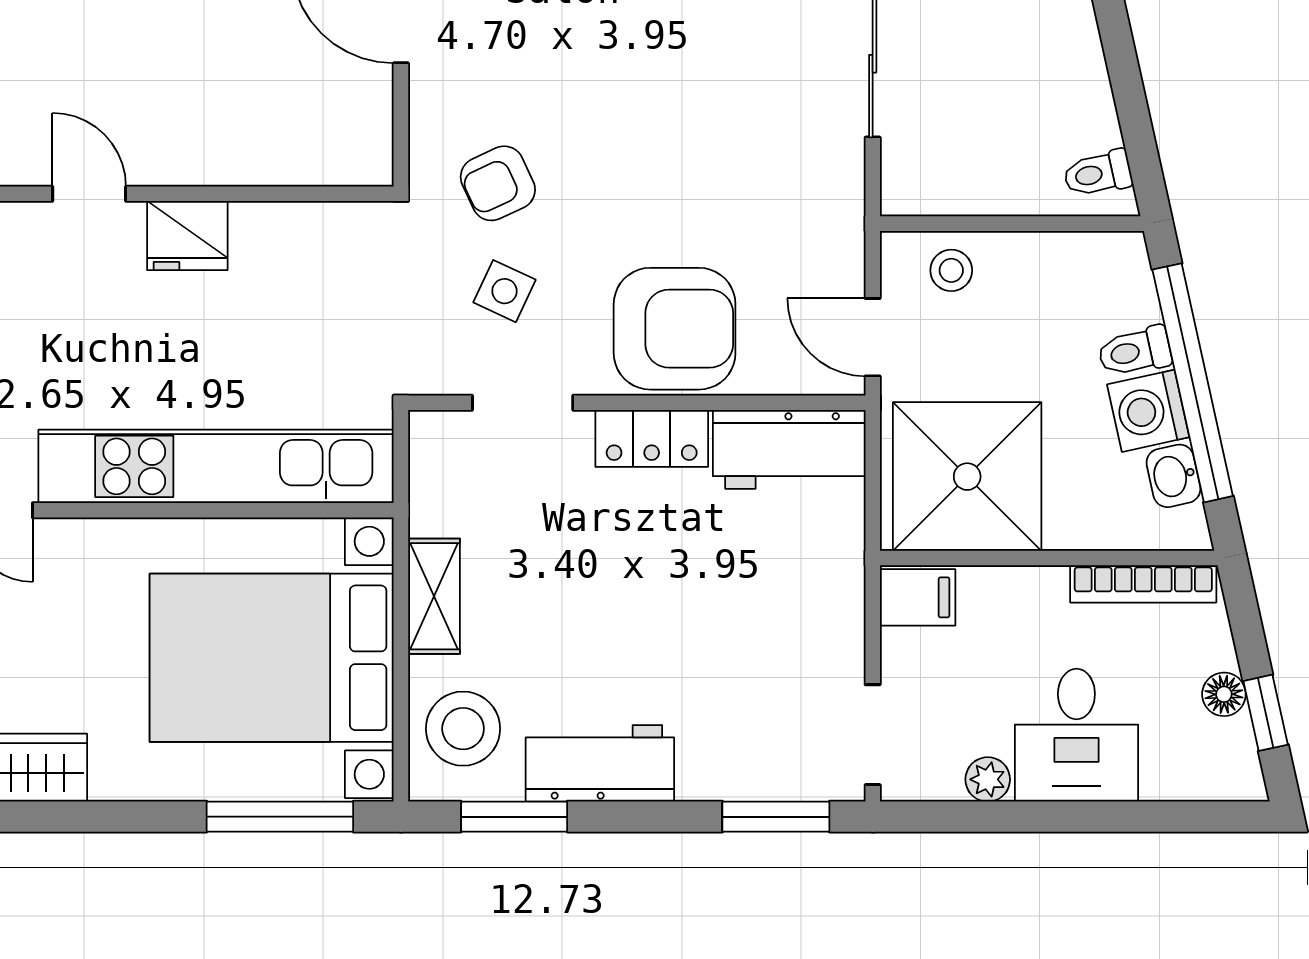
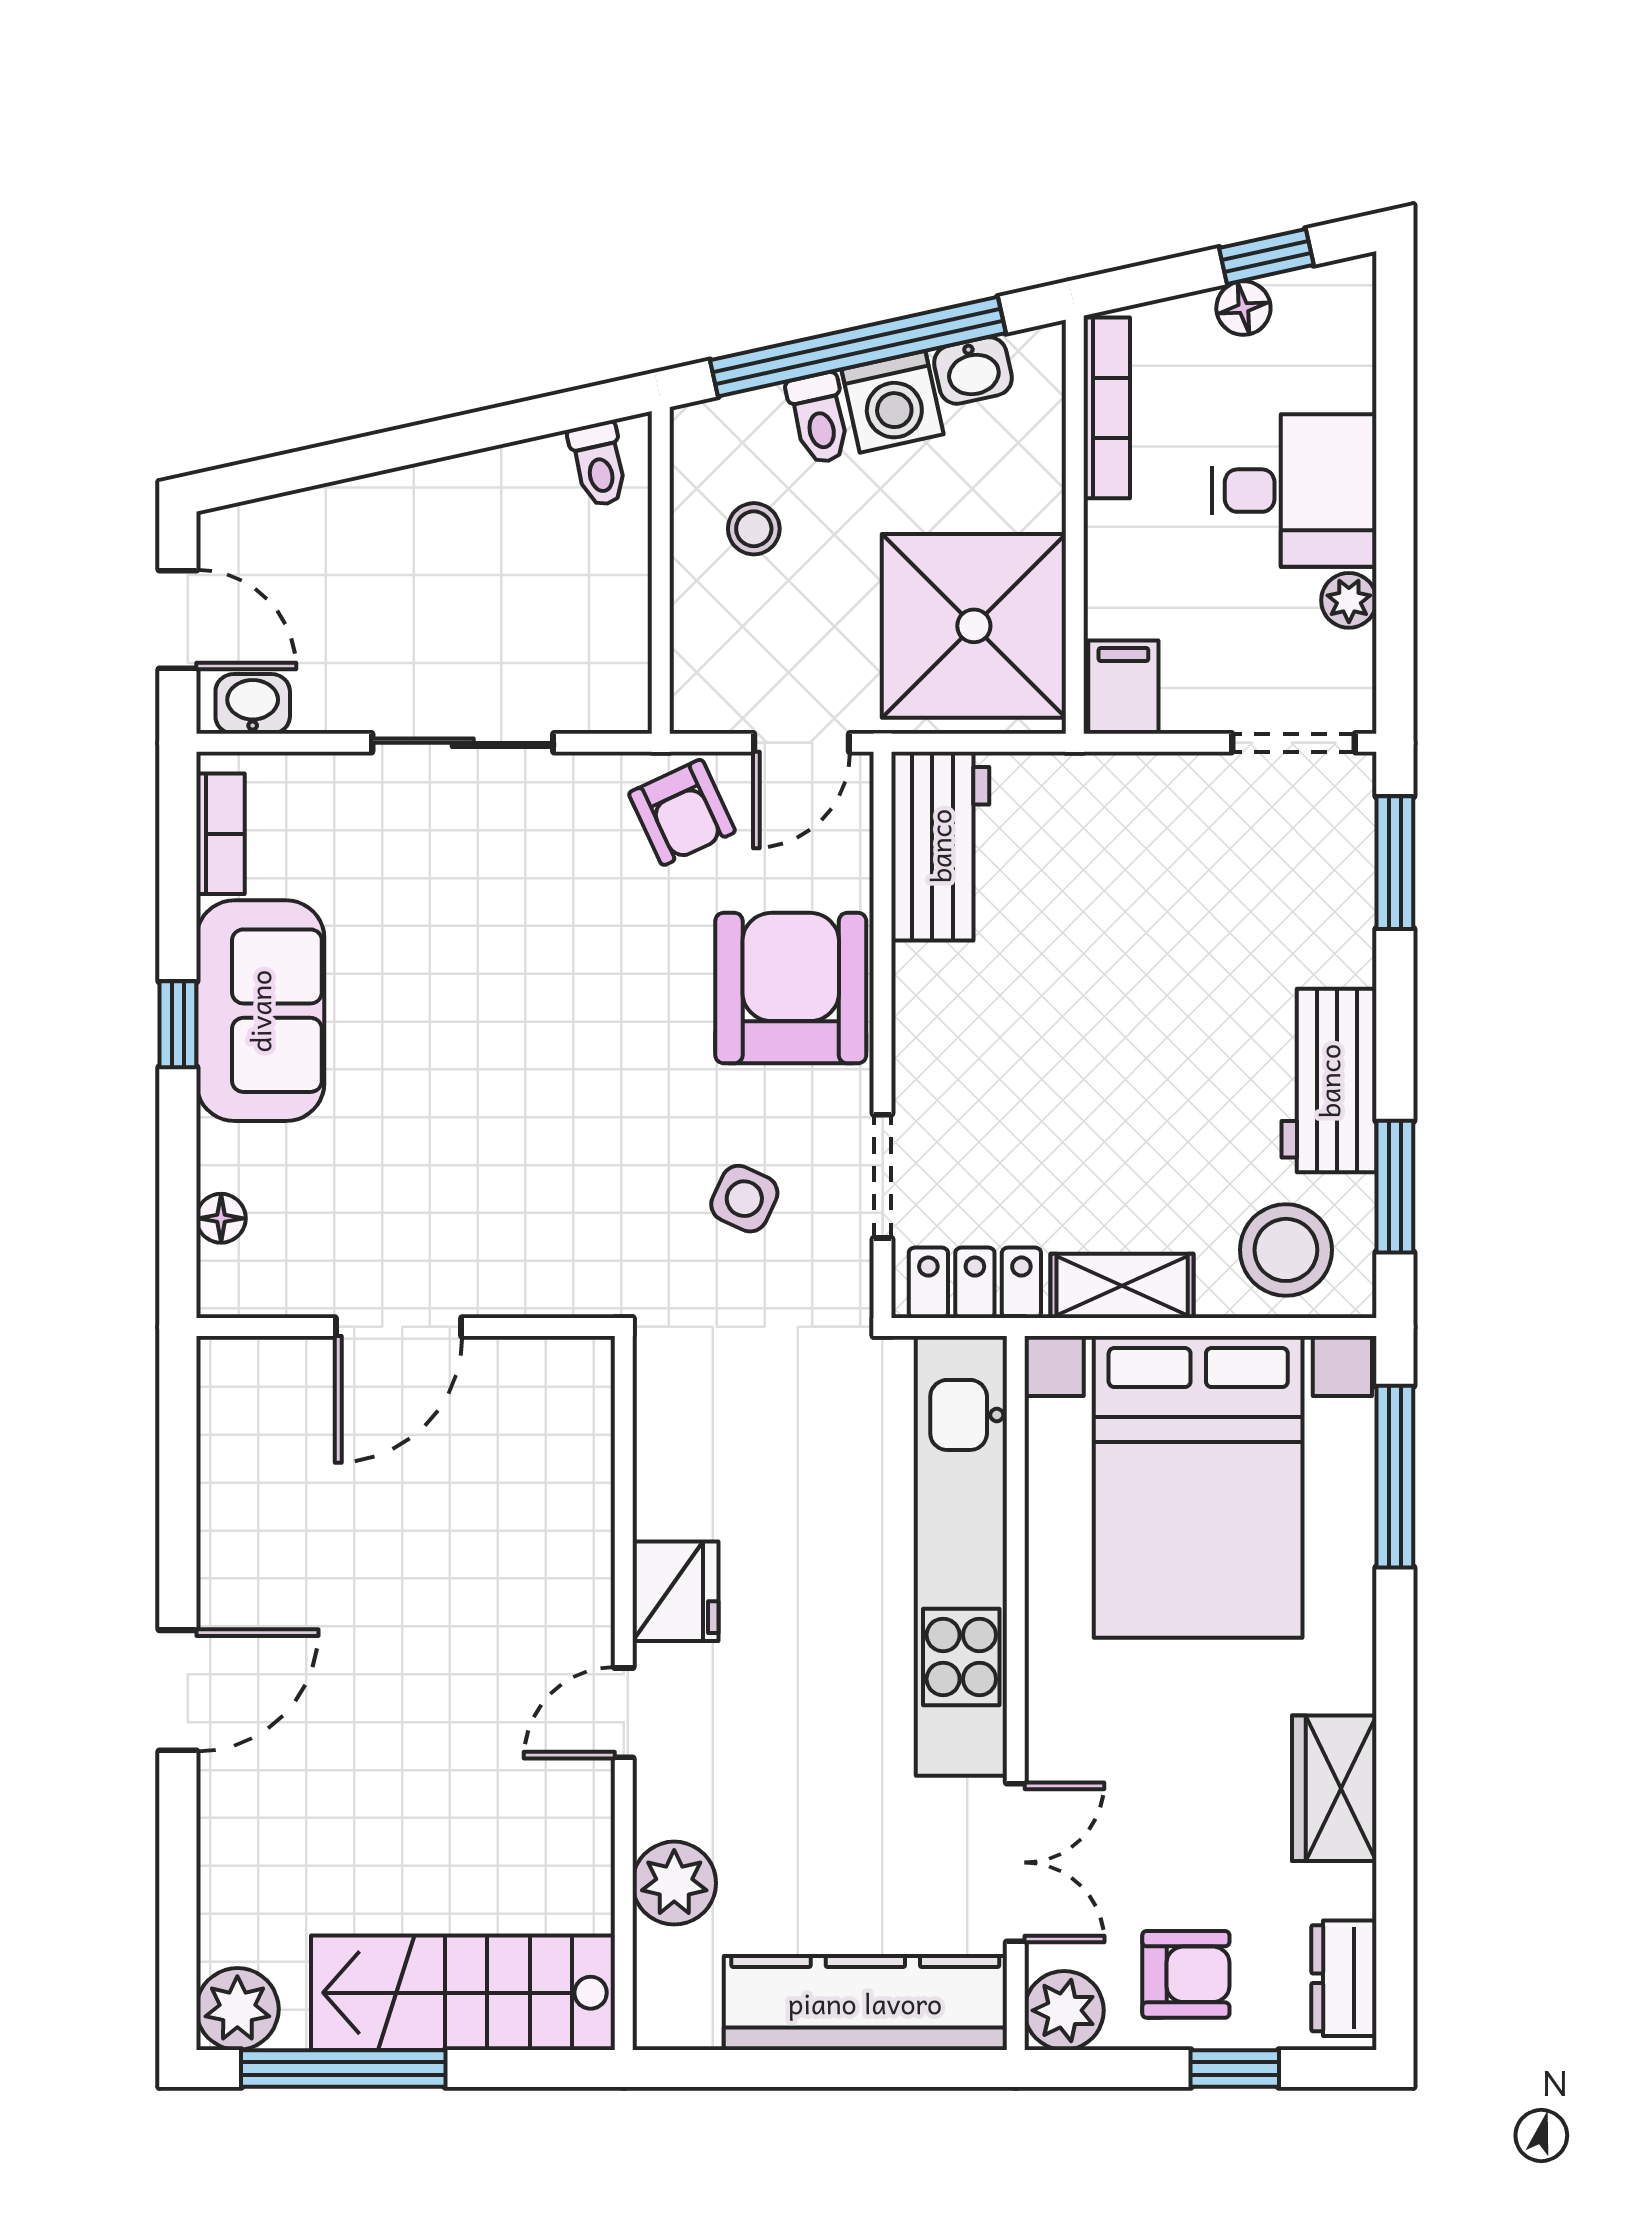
armchair: (498, 183) -> (682, 812), moved
stool: (951, 270) -> (754, 529), moved
locker: (652, 438) -> (975, 1283), moved, turned -90

